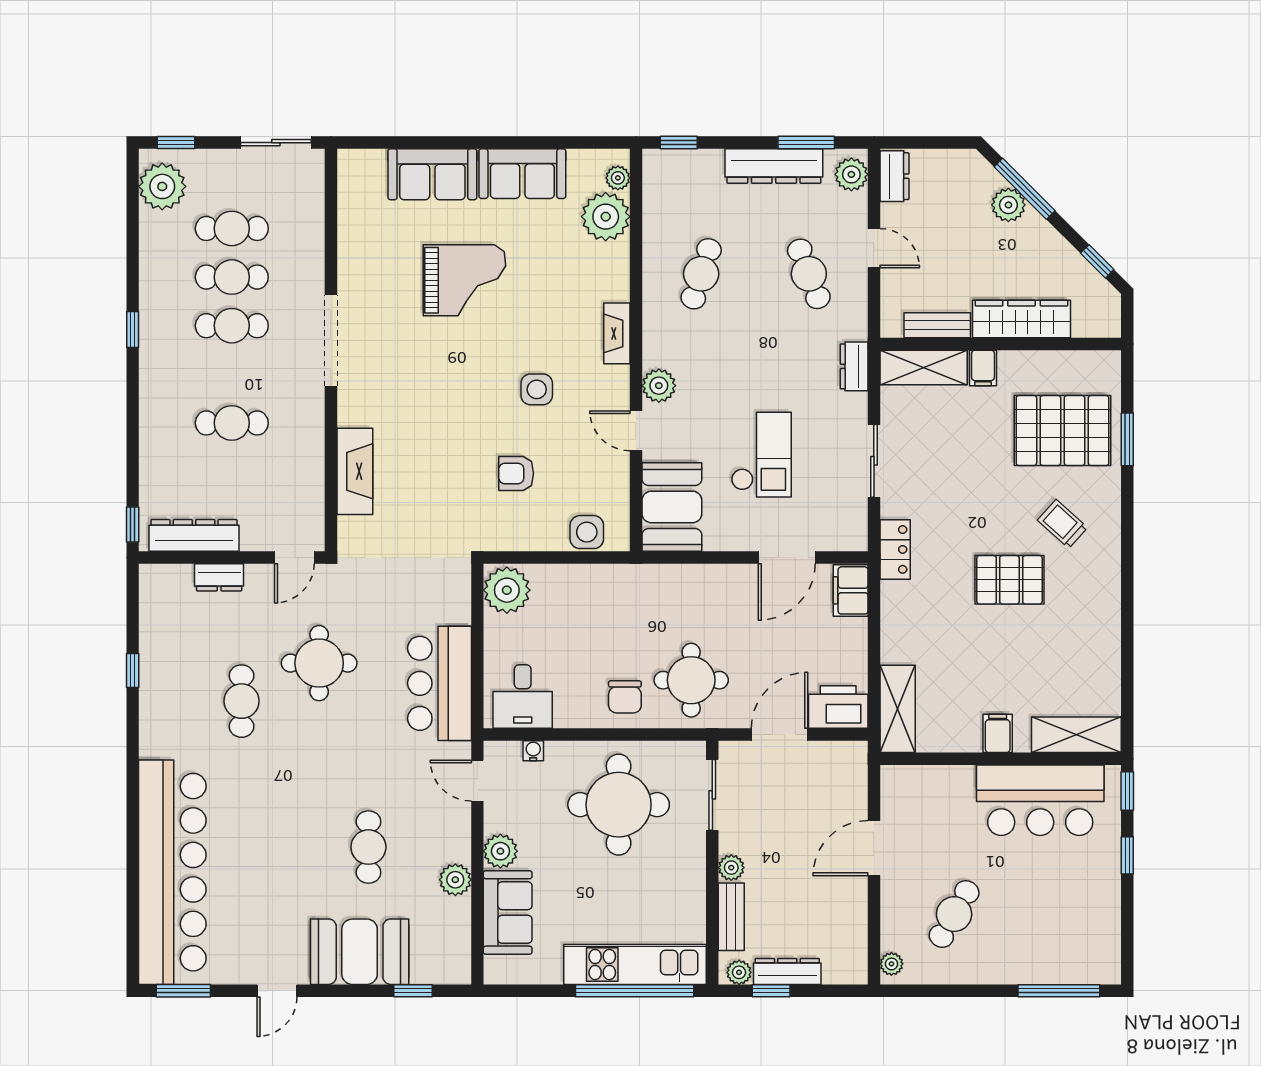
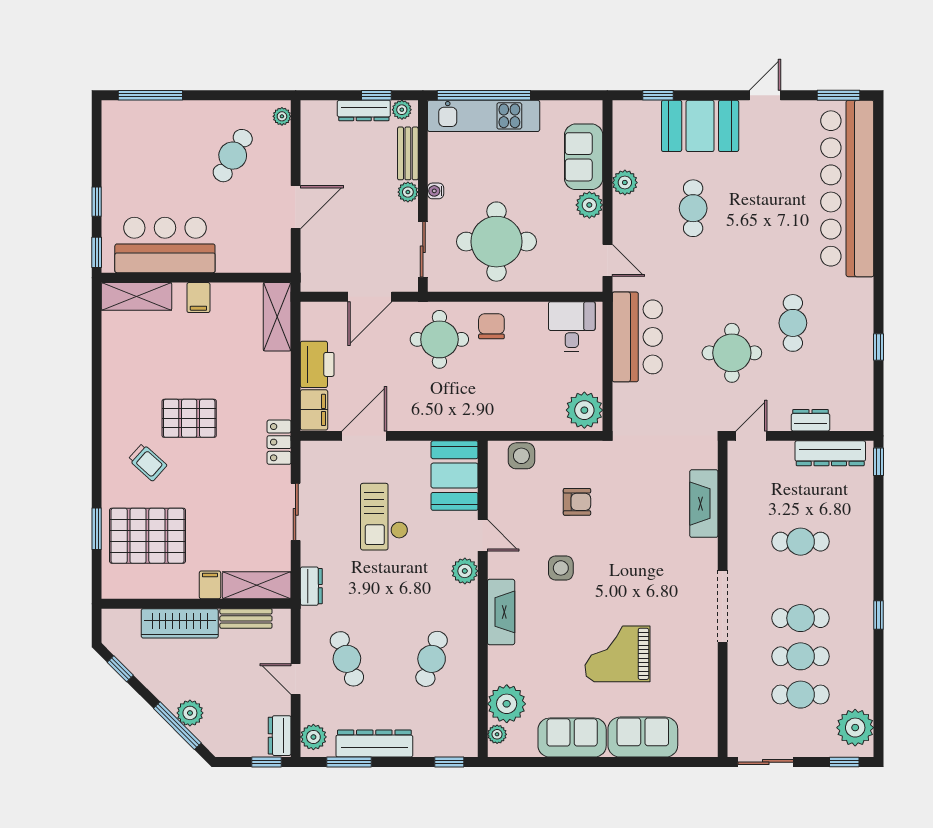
window: (911, 143) -> (266, 762), added
fireplace: (617, 333) -> (501, 612), width x1.37, depth x1.32
printer: (838, 707) -> (317, 364), moved, turned -90
water cooler: (533, 751) -> (436, 191), moved, turned 90

